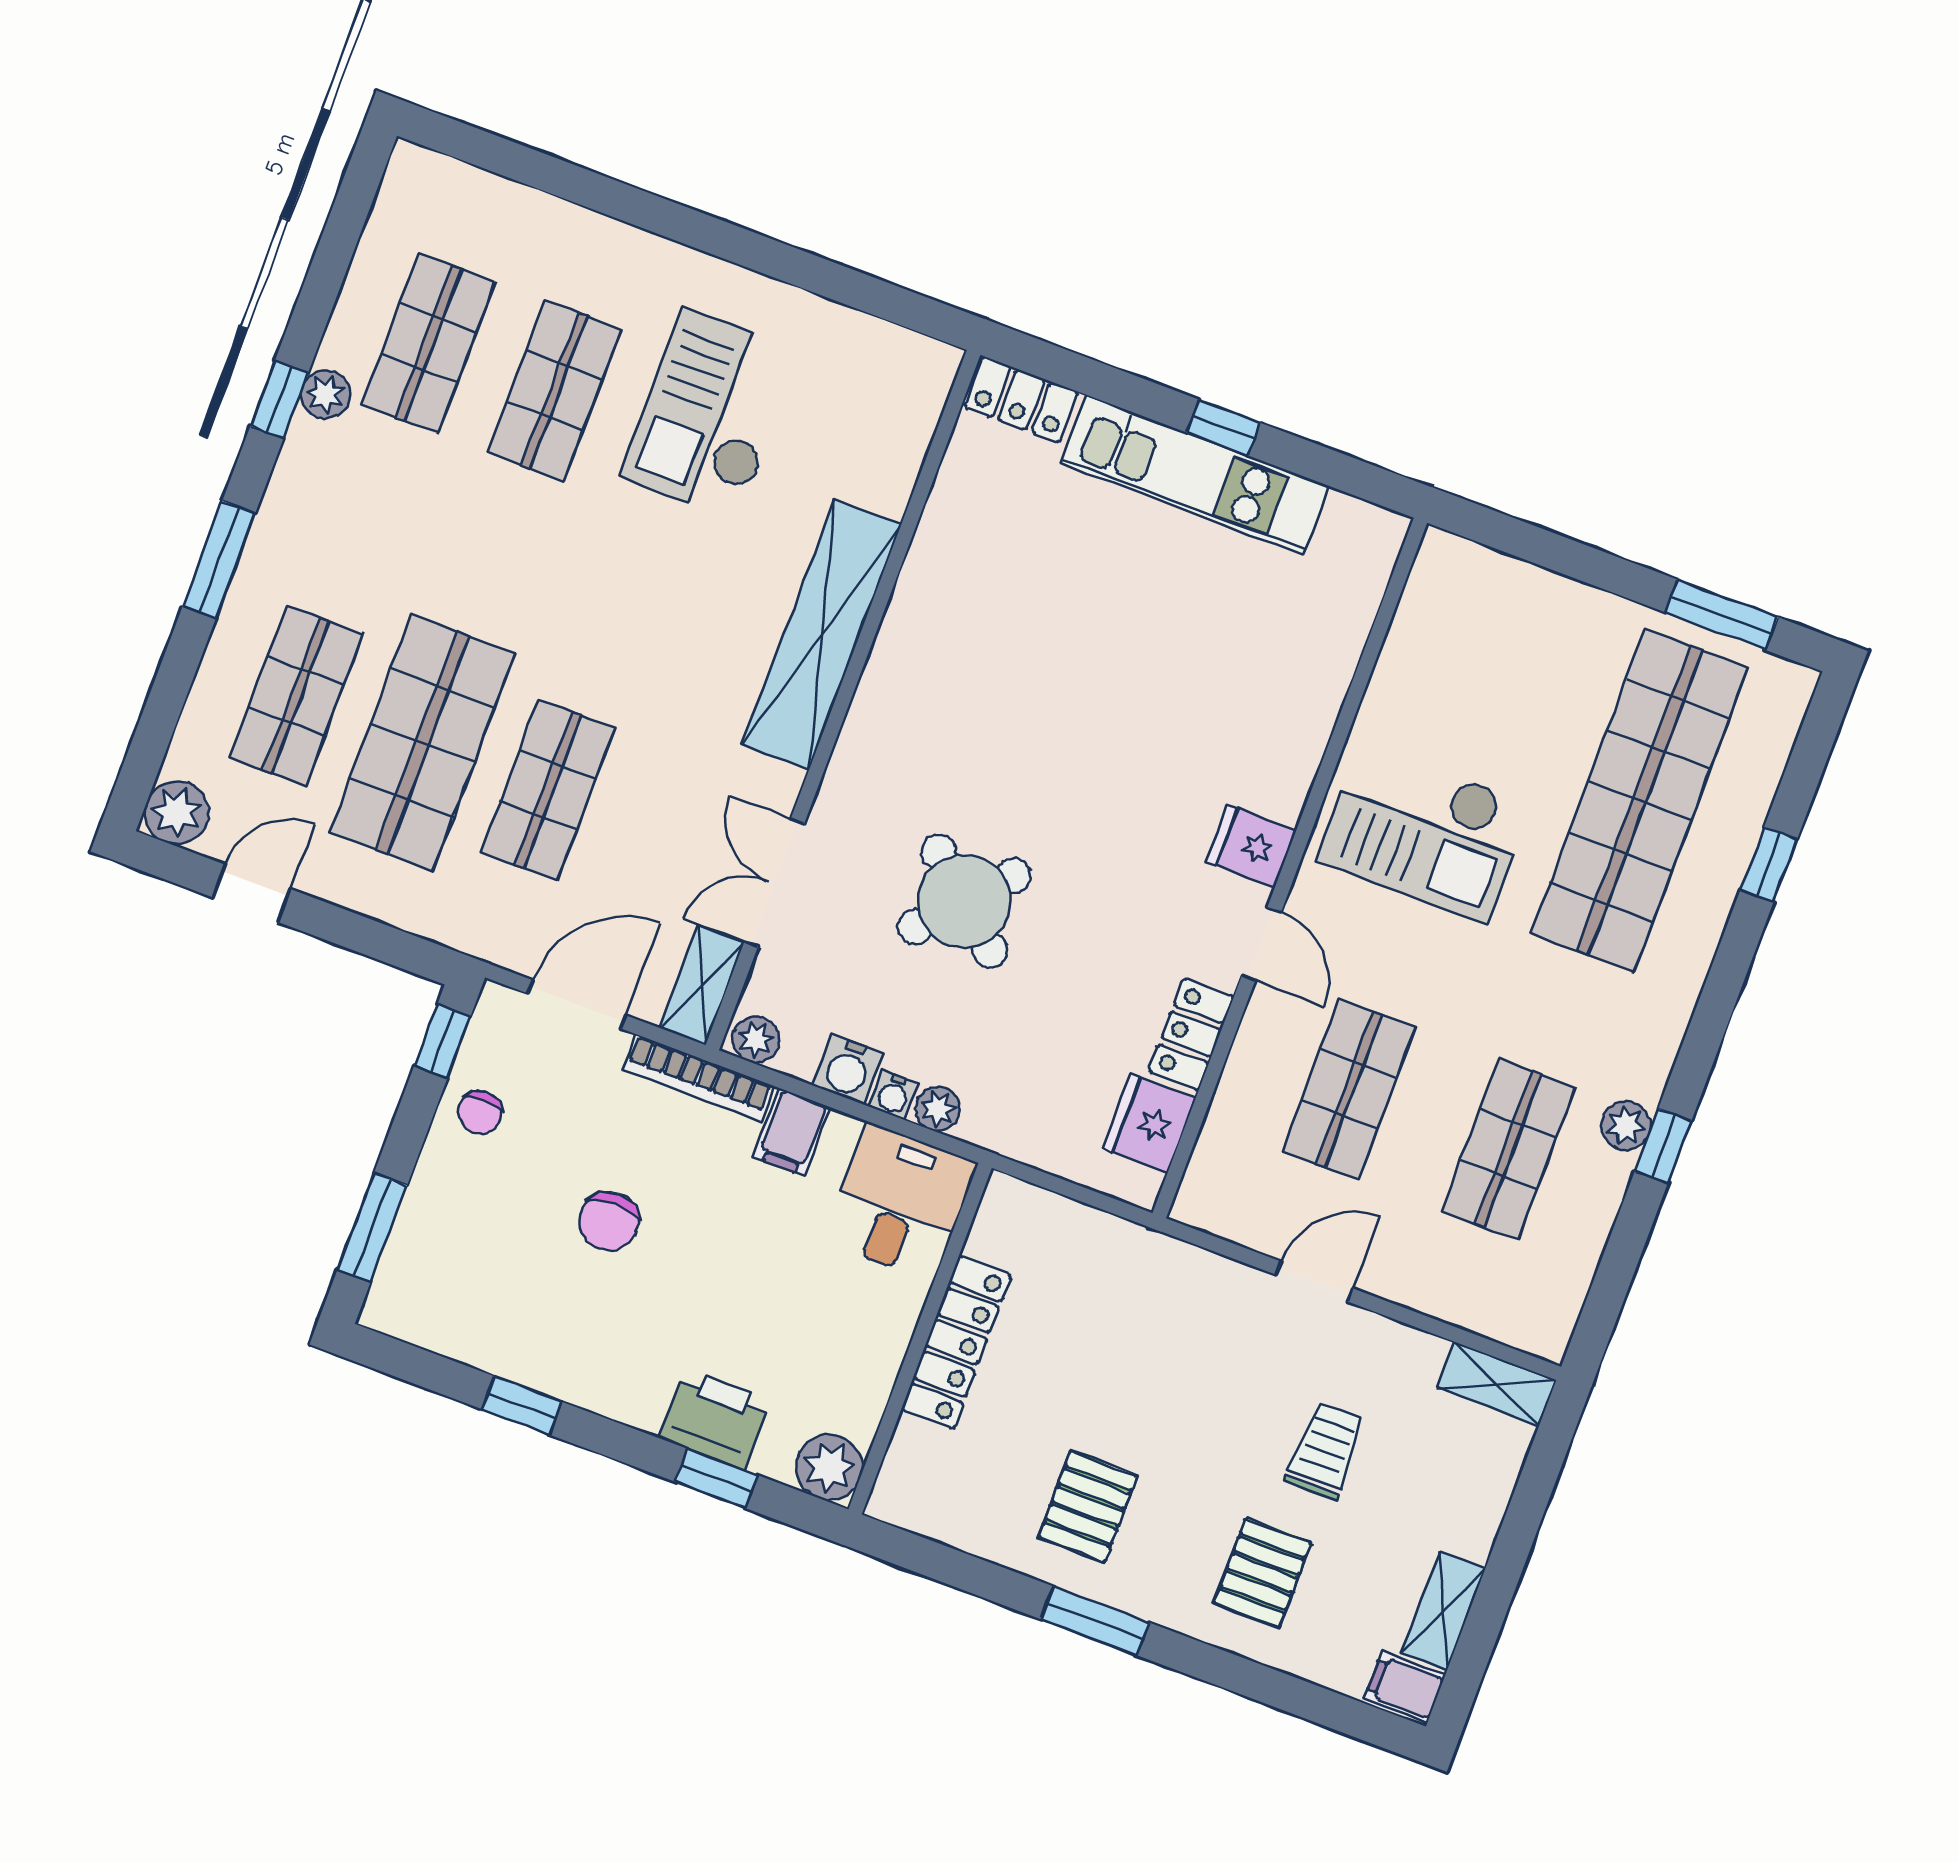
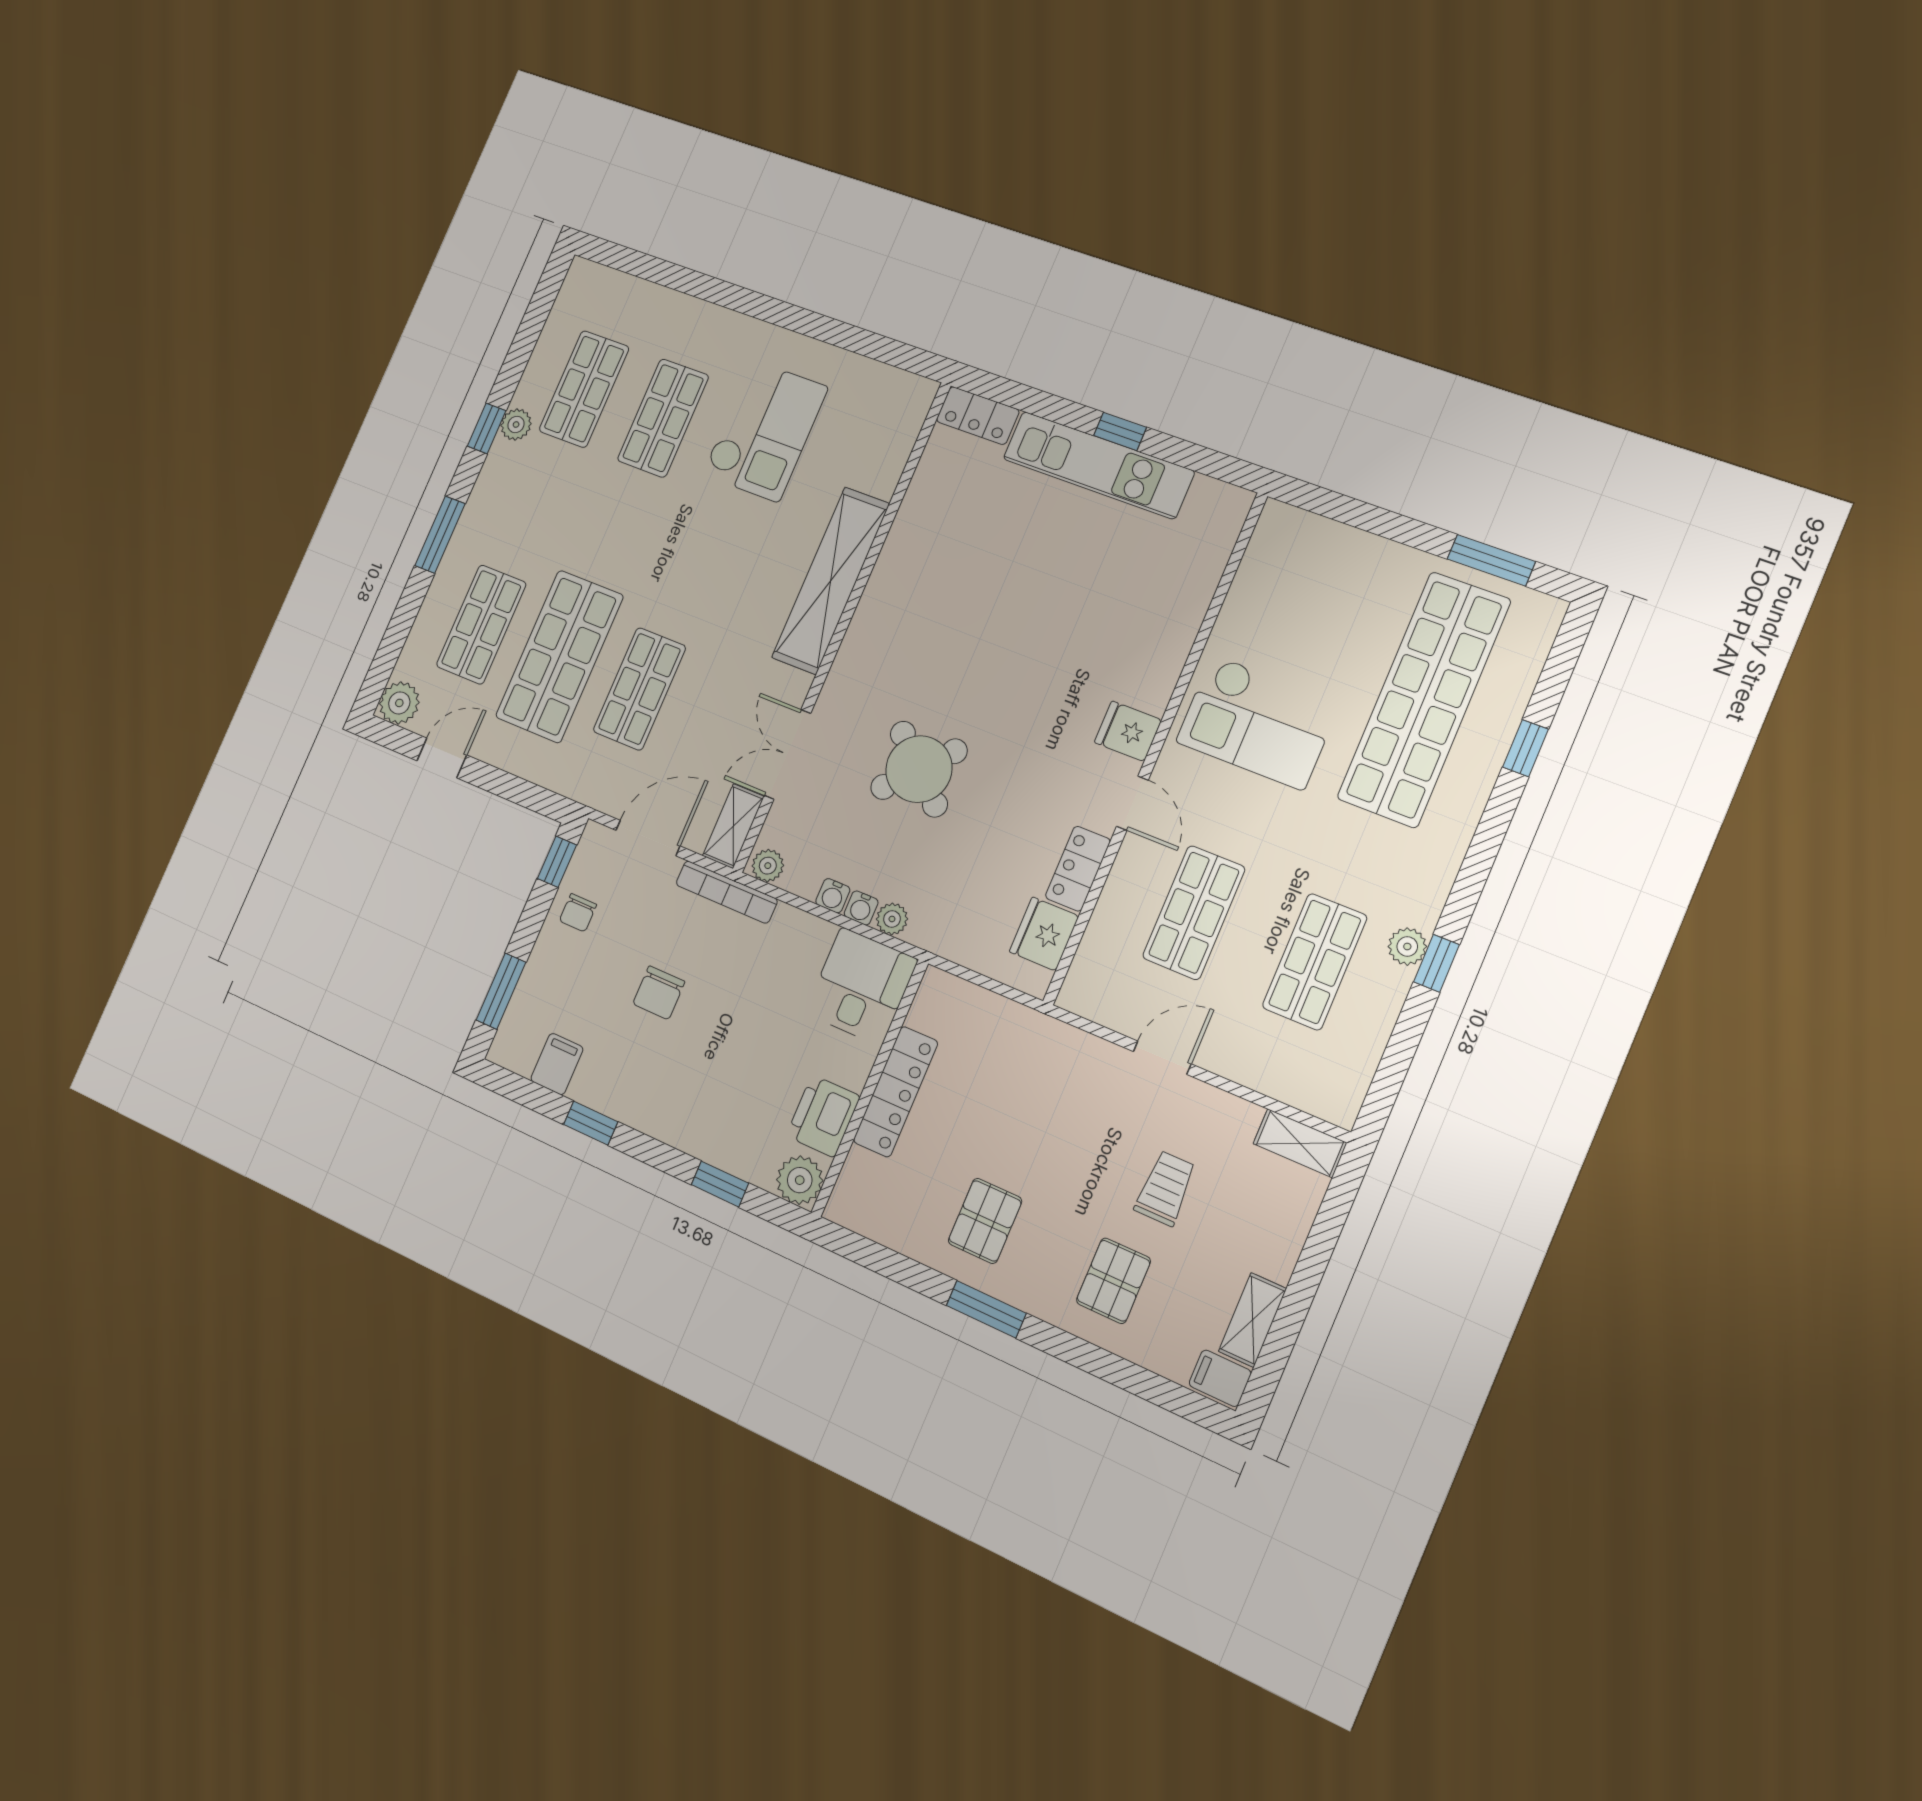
checkout: (711, 414) -> (765, 431), turned 180
water cooler: (848, 1069) -> (833, 896), width x0.72, depth x0.72
filing cabinet: (792, 1132) -> (557, 1064), moved, turned 180
printer: (715, 1419) -> (823, 1116), moved, turned -90

